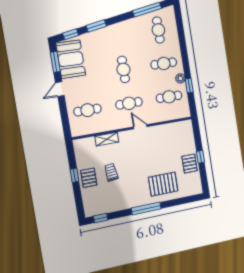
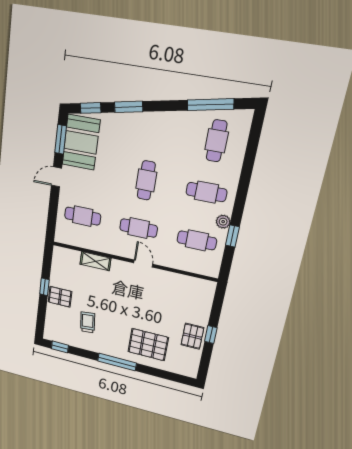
trolley: (111, 172) -> (88, 322), moved
pallet: (89, 178) -> (60, 297), turned 90

